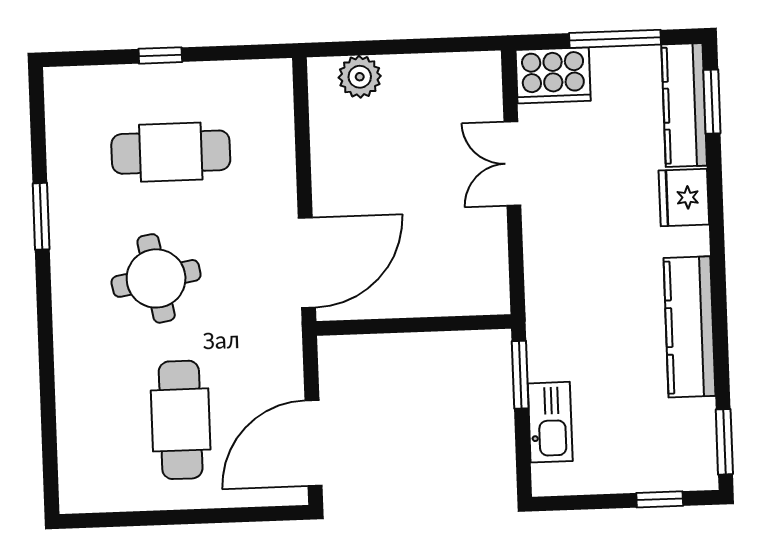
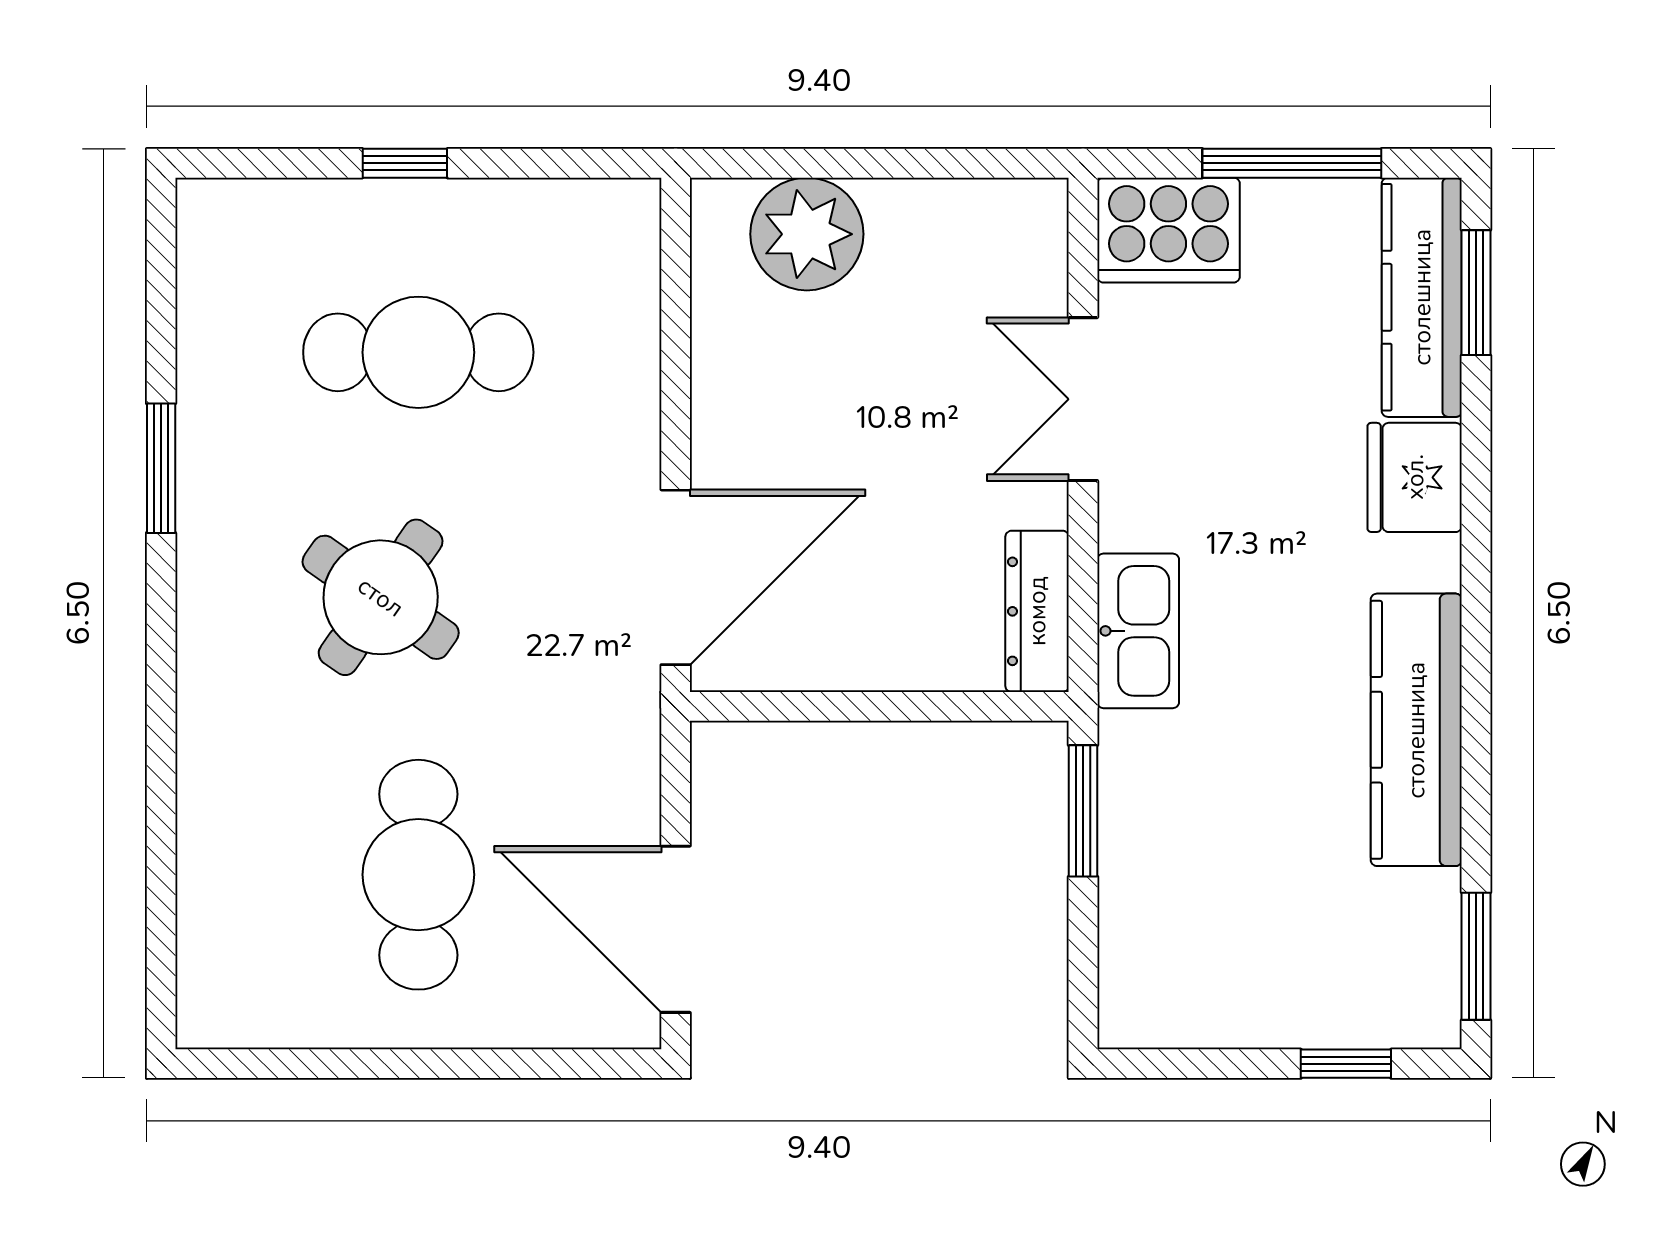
plant: (360, 77) -> (807, 234), width x1.36, depth x1.36
dresser: (493, 273) -> (1037, 611), added
round table: (156, 278) -> (381, 597), turned 45
kitchen sink: (550, 422) -> (1138, 631), moved
door: (314, 443) -> (676, 929), hinge flipped

